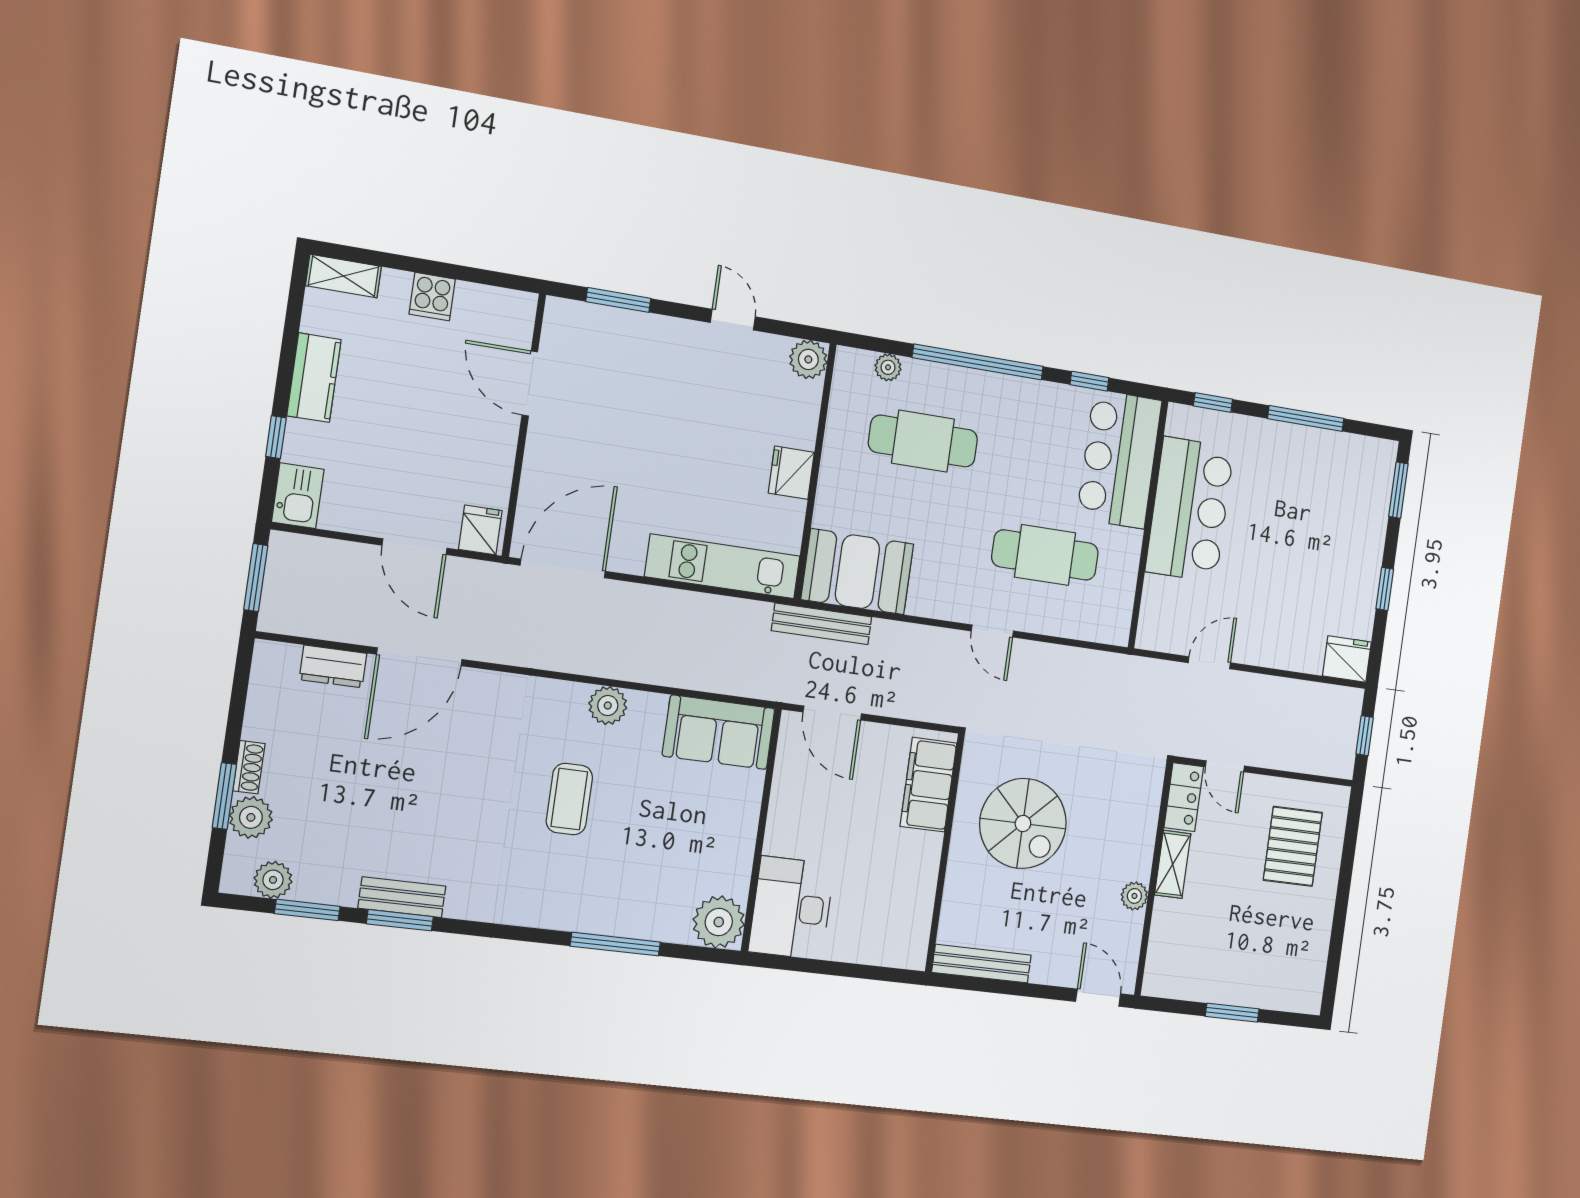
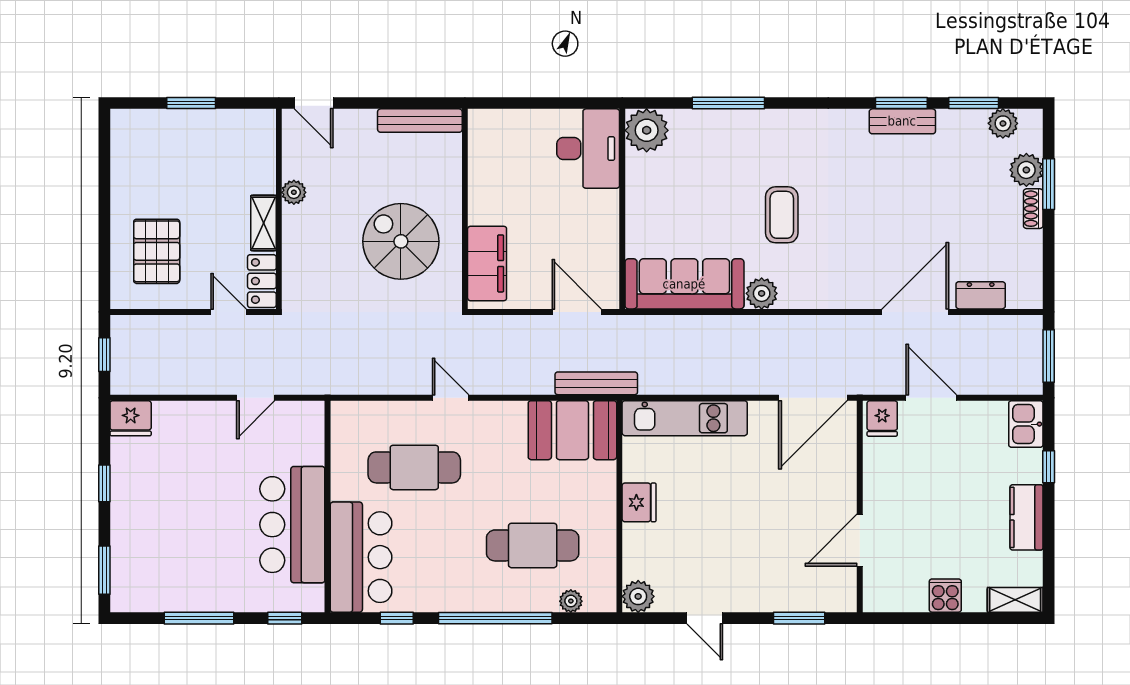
door: (530, 383) -> (860, 540), swing flipped
sofa: (719, 732) -> (684, 284), width x1.36

